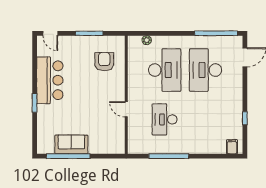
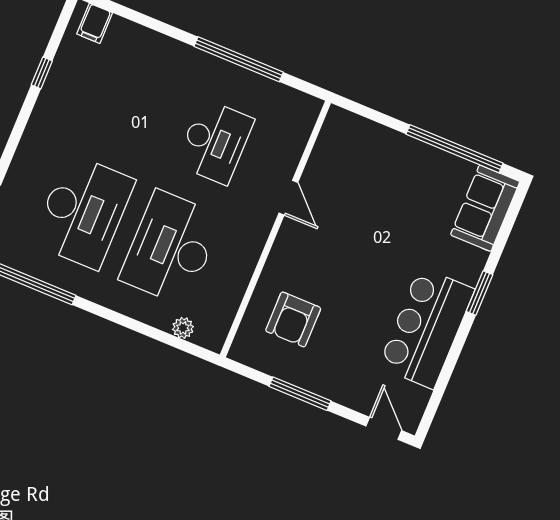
sofa: (71, 144) -> (485, 208), moved, turned 90

